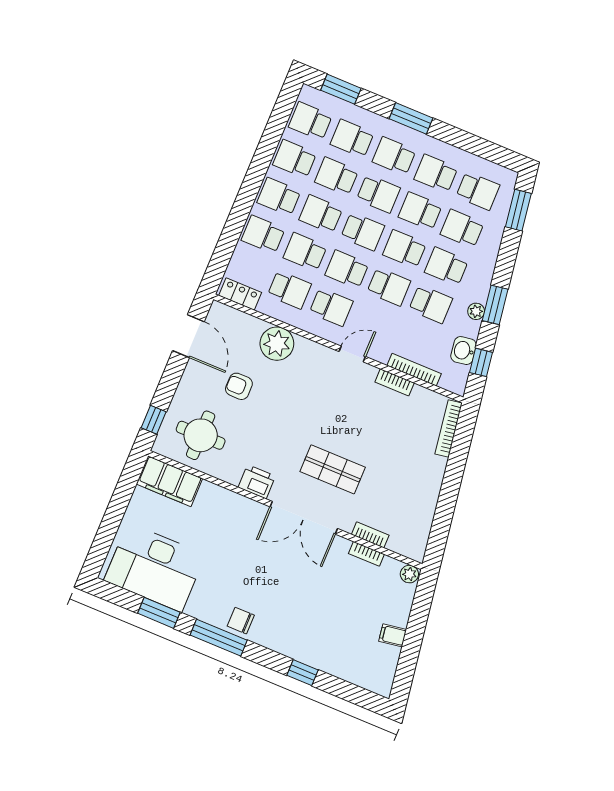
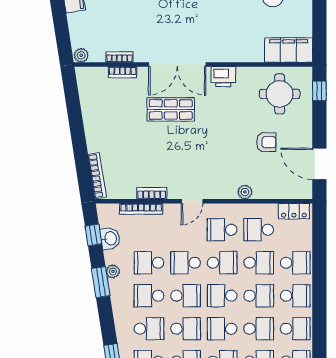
school desk: (446, 266) -> (149, 296), turned 180
plant: (277, 344) -> (245, 192), width x0.53, depth x0.53
double door: (304, 518) -> (177, 64), swing flipped

